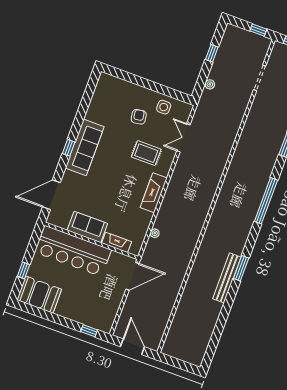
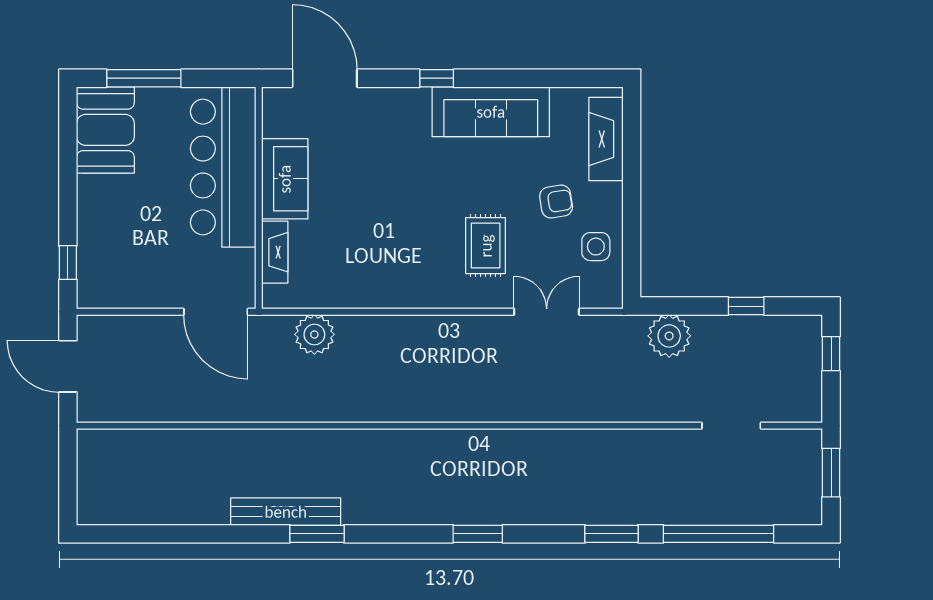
window: (258, 30) -> (831, 354), moved
plant: (210, 84) -> (669, 336), width x1.88, depth x1.88
sofa: (85, 147) -> (491, 112), moved
fireplace: (154, 193) -> (606, 139), moved, turned -90
window: (266, 201) -> (478, 534), width x0.47
plant: (155, 233) -> (314, 334), width x1.88, depth x1.88
window: (24, 270) -> (144, 78), width x2.17
door: (132, 347) -> (68, 366), swing flipped

